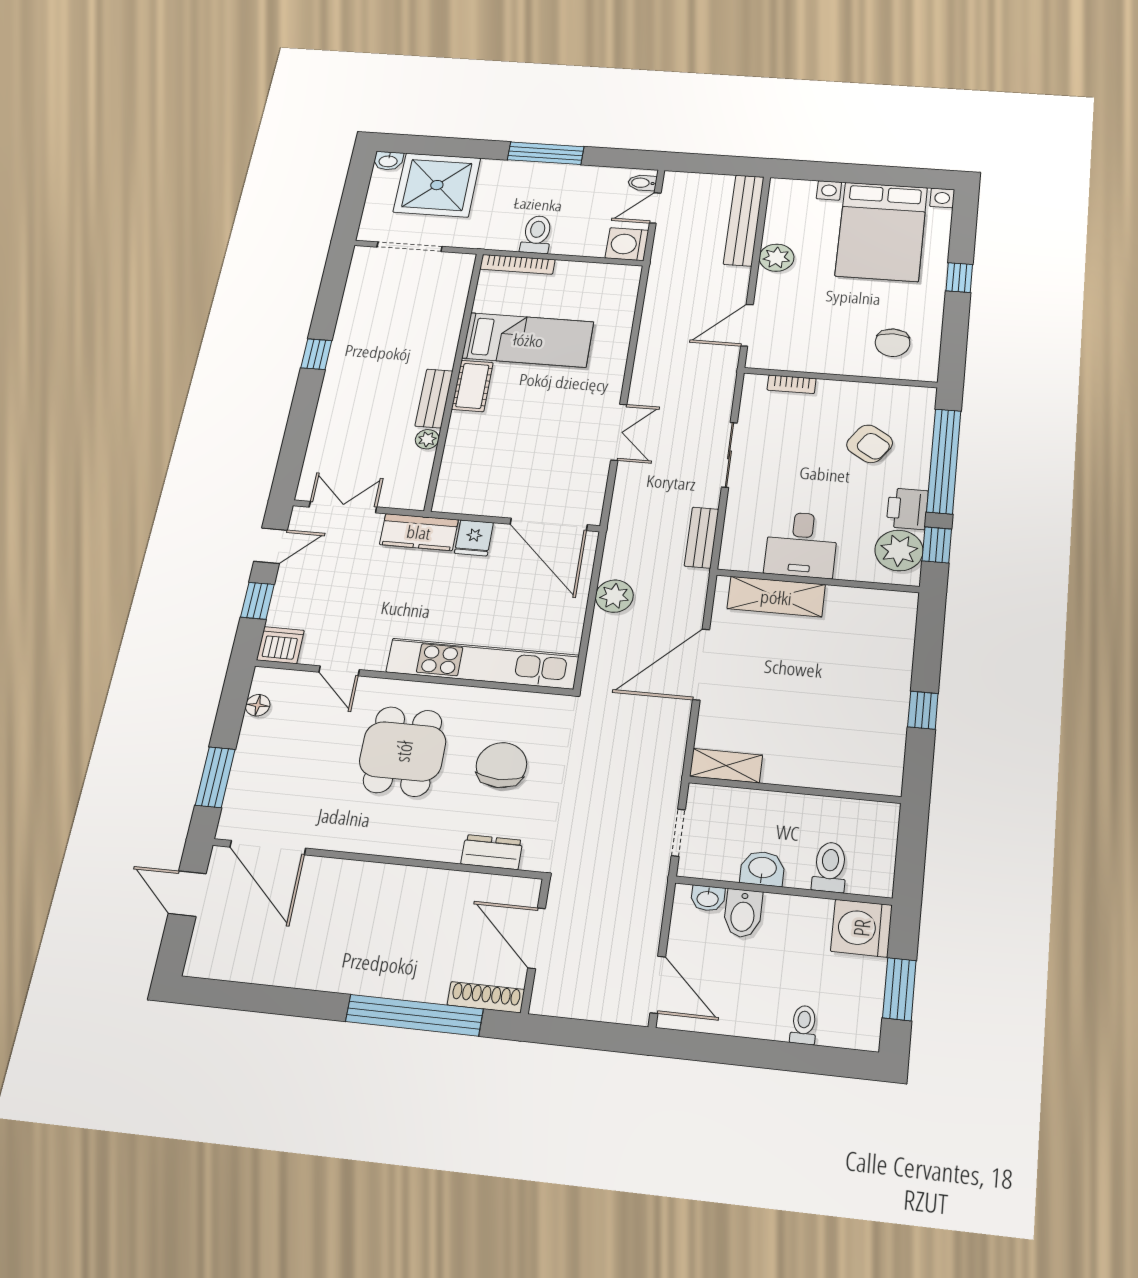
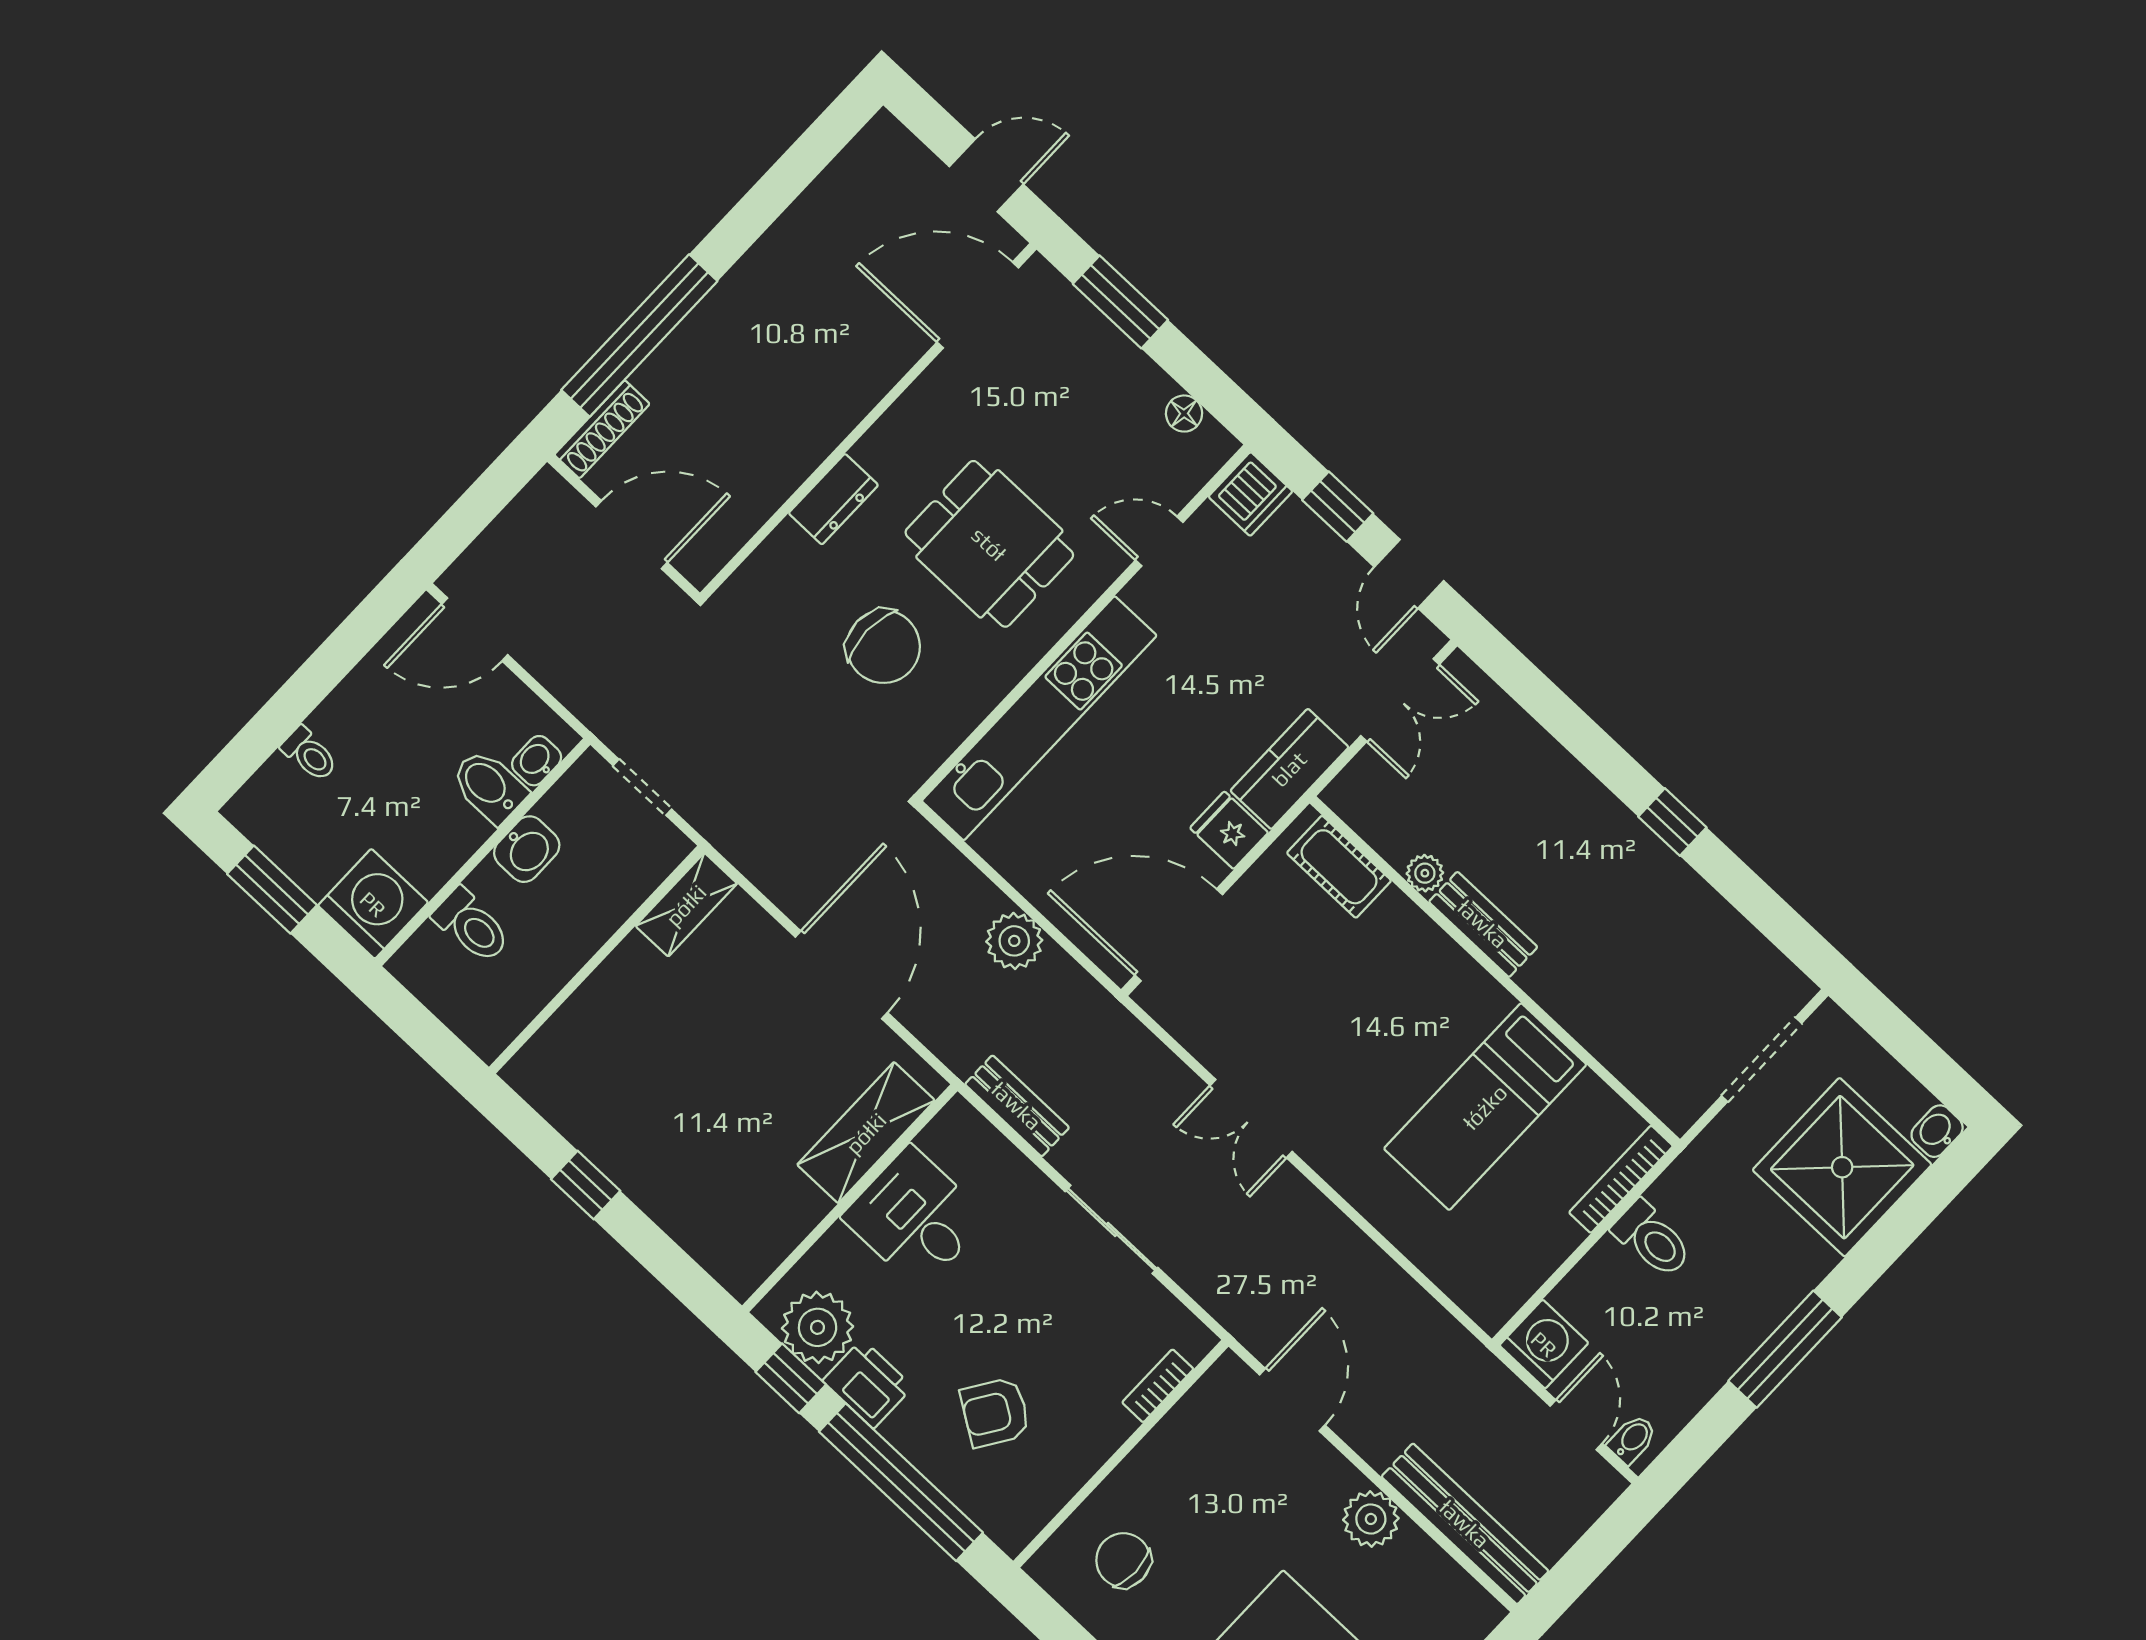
cot: (472, 386) -> (1339, 867), moved
dresser: (492, 852) -> (833, 499), moved

